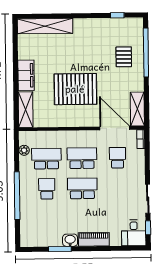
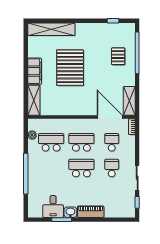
pallet: (75, 89) -> (70, 68), moved, turned 90
school desk: (47, 189) -> (112, 168), moved
desk: (134, 233) -> (53, 207), moved

